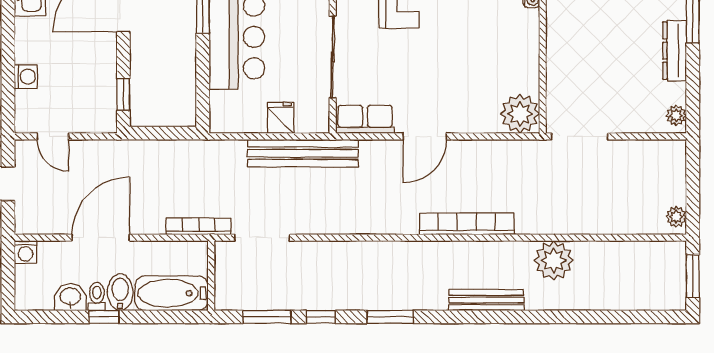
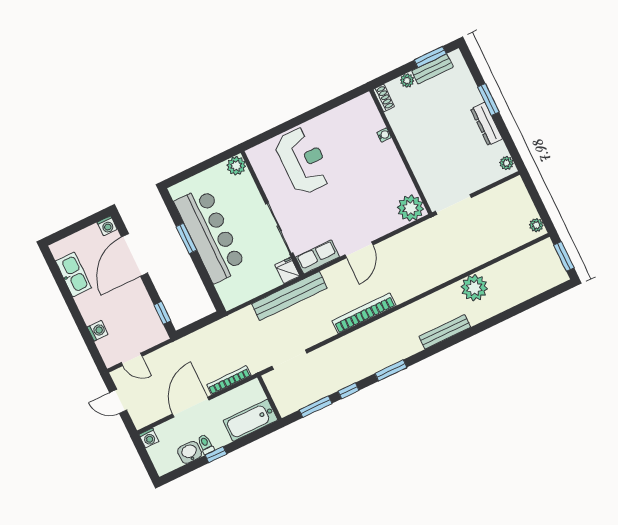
fridge: (280, 118) -> (287, 270), moved
bookcase: (467, 224) -> (364, 313), moved
bookcase: (199, 226) -> (229, 380), moved
bidet: (120, 292) -> (219, 435), removed

